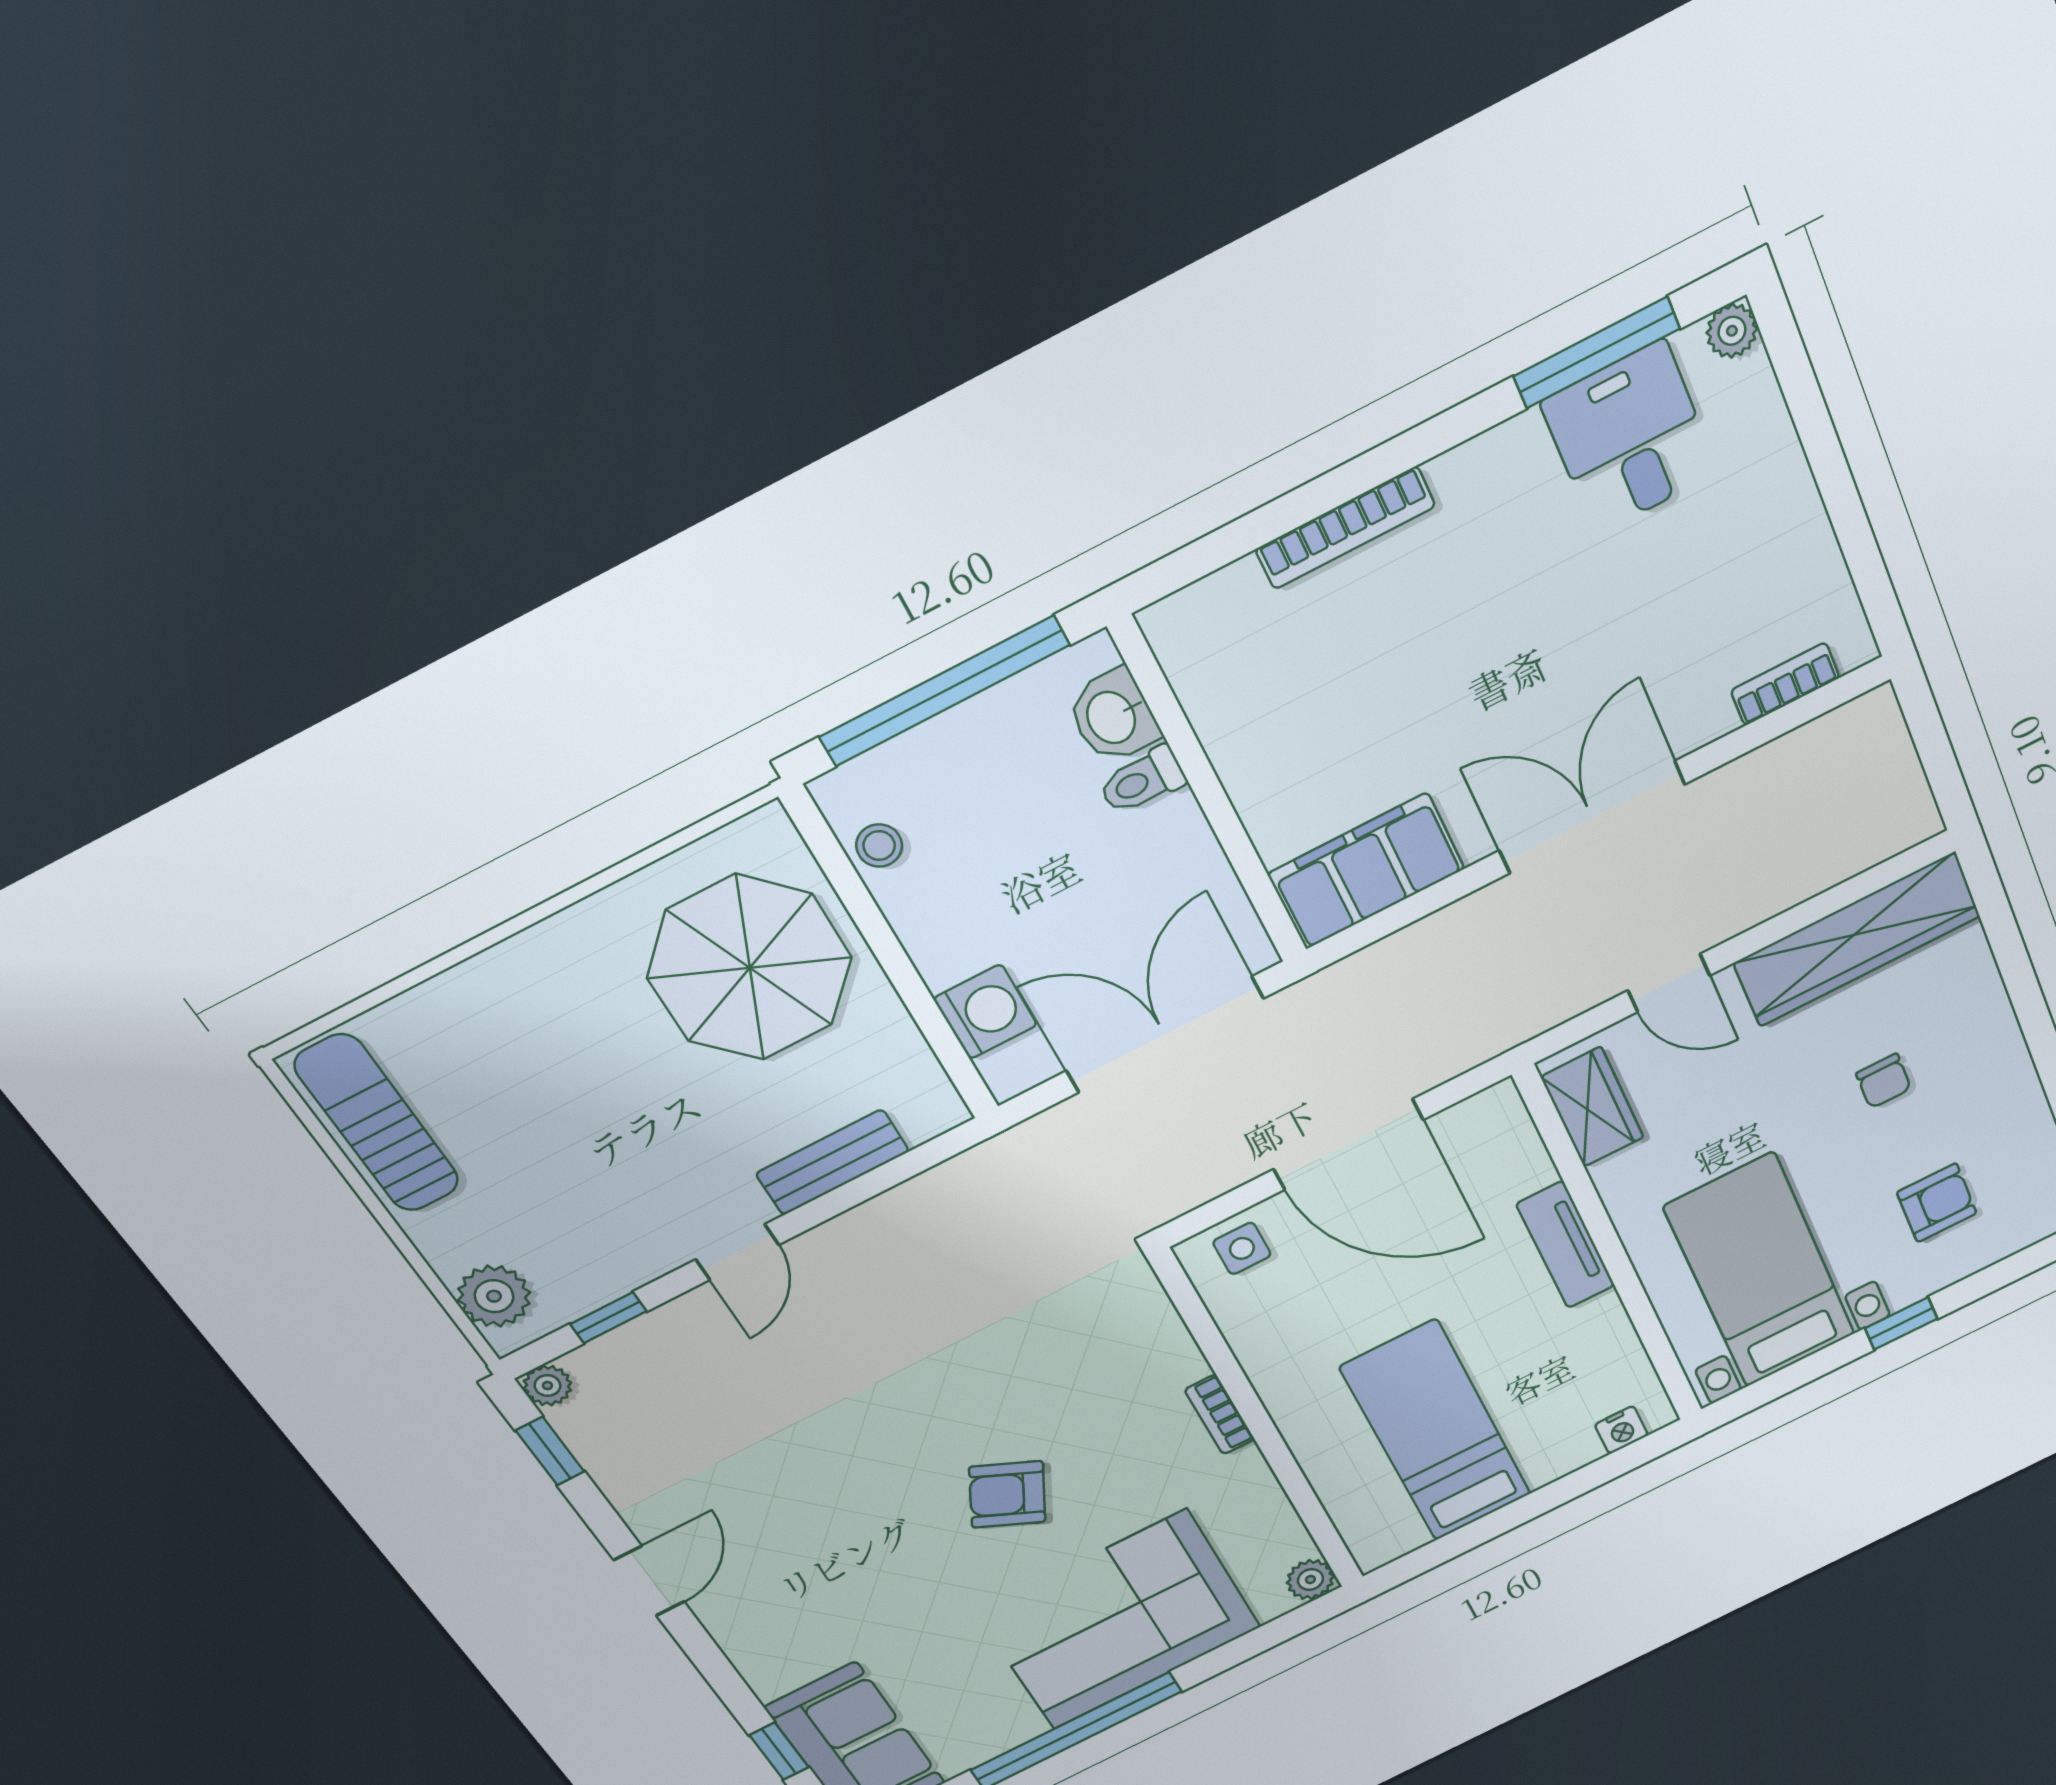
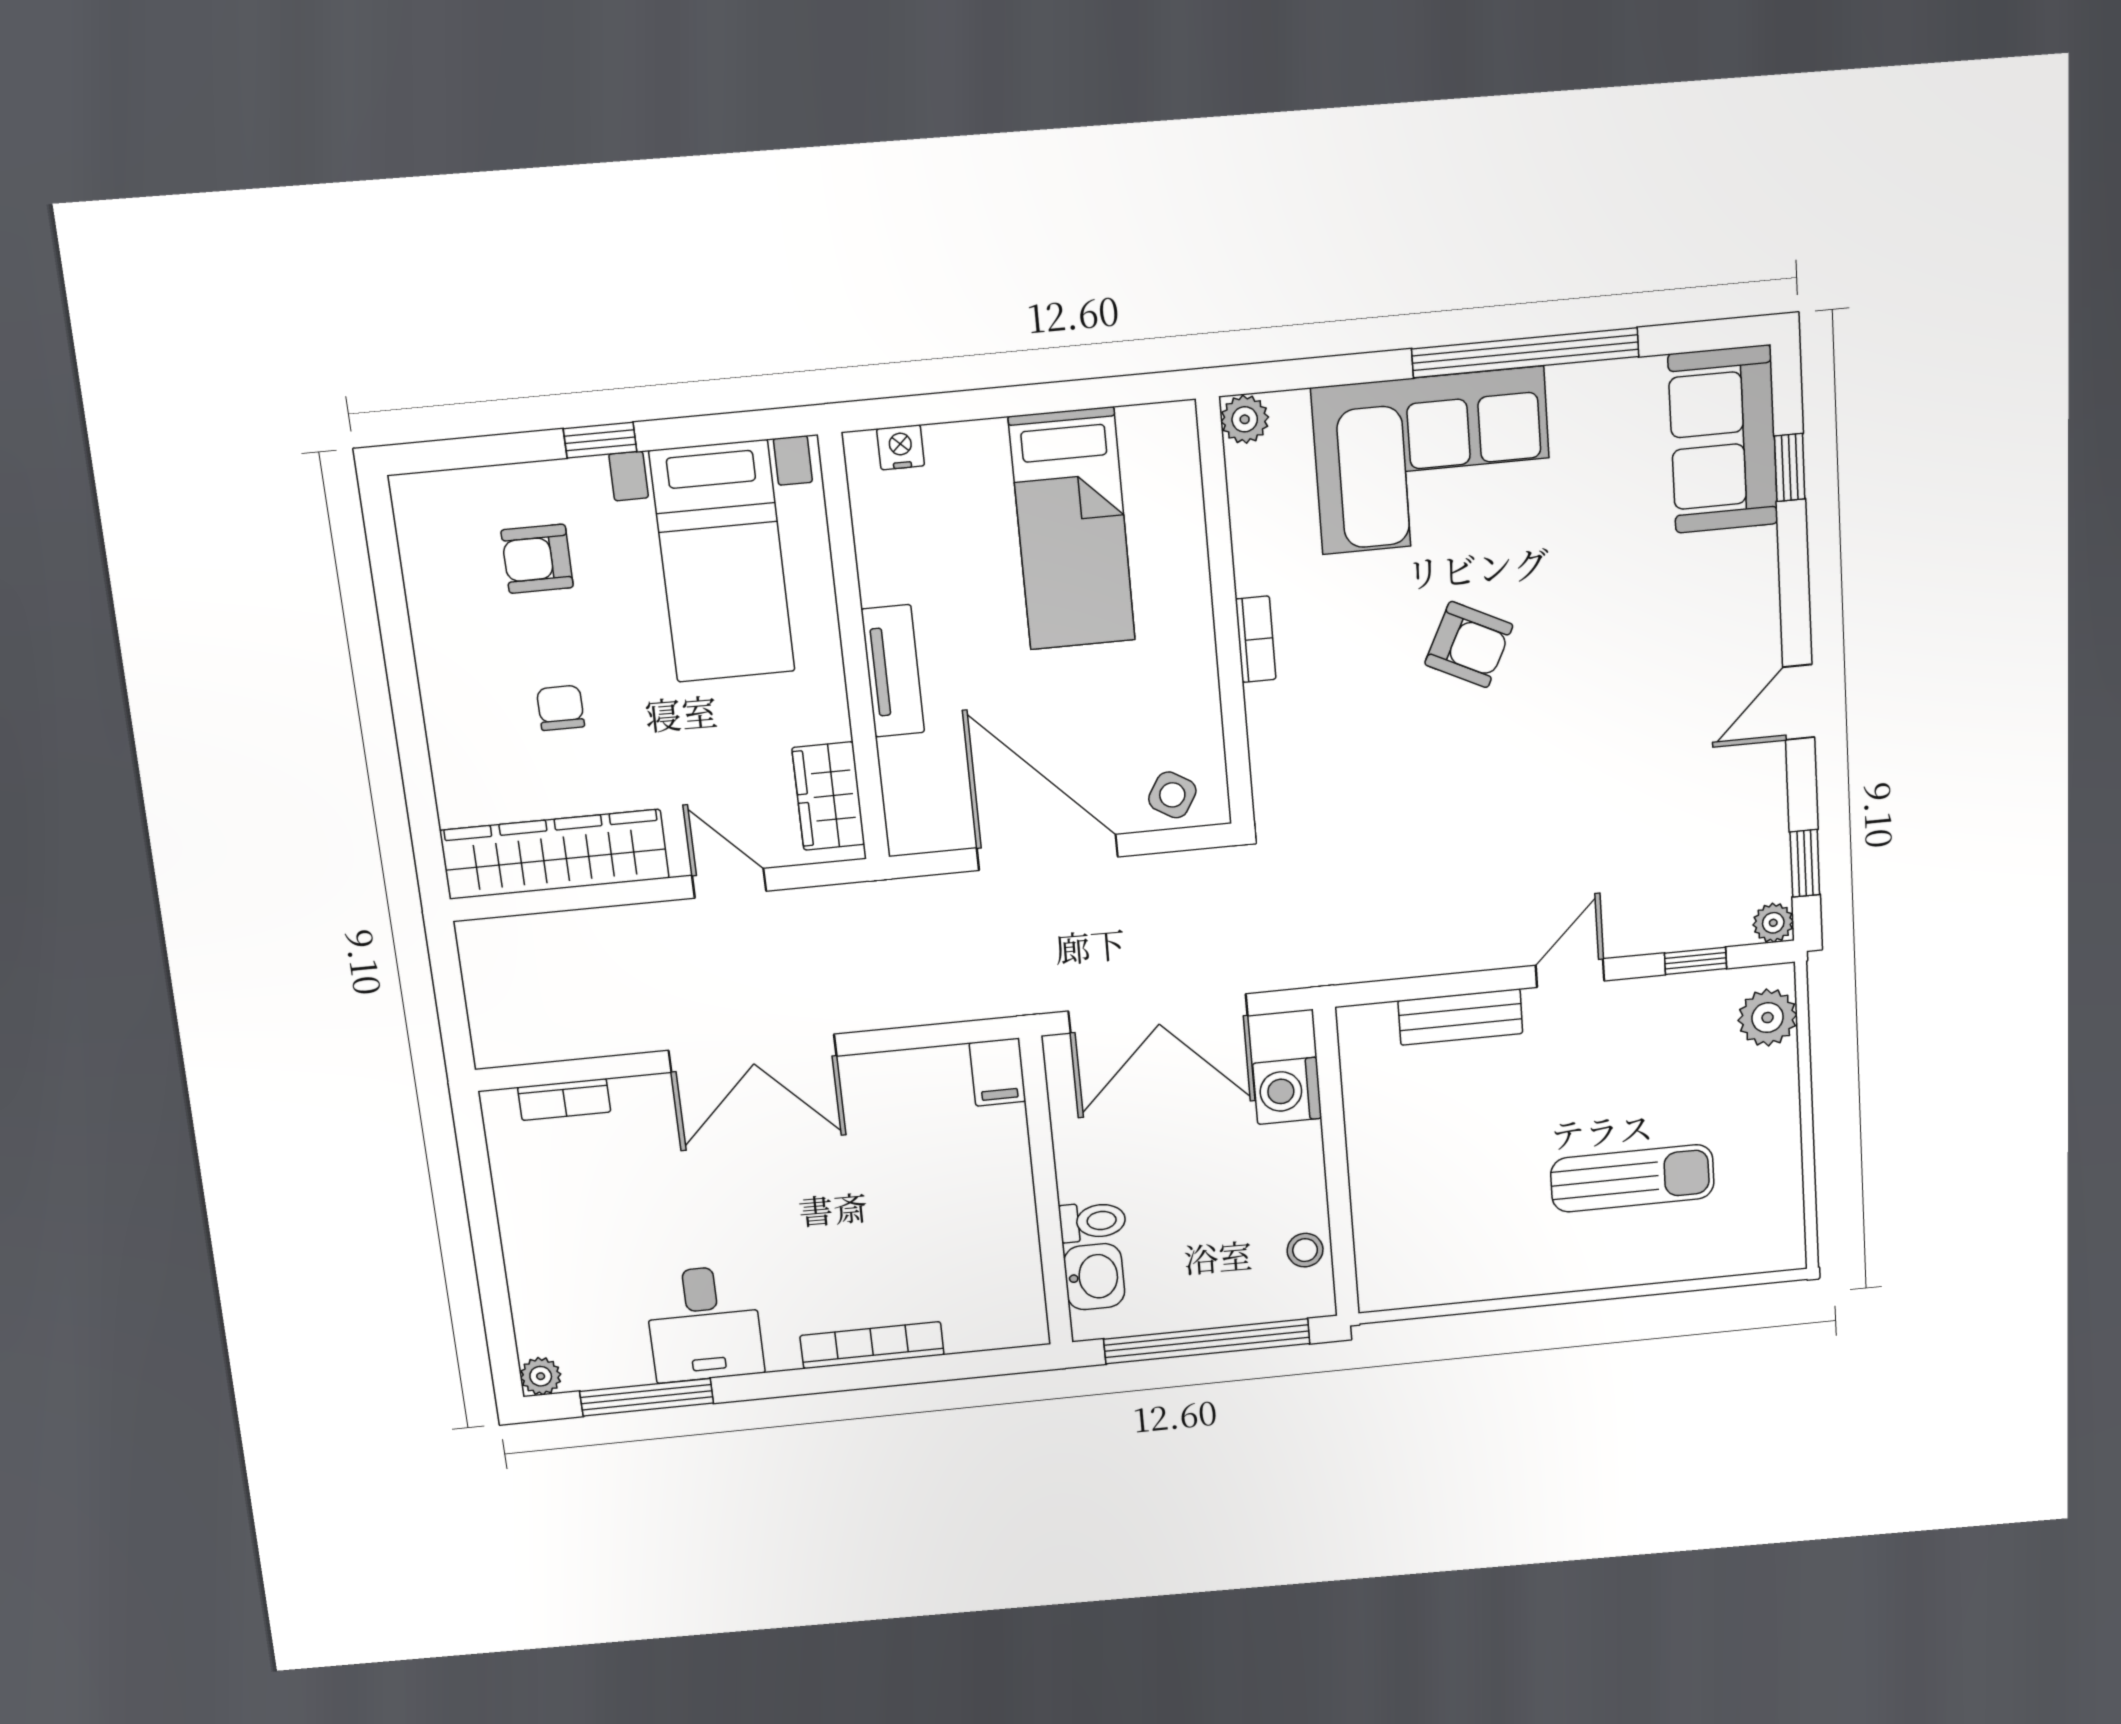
desk: (1630, 438) -> (704, 1324), moved
filing cabinet: (1366, 871) -> (998, 1072), width x0.33, depth x0.86
parasol: (750, 968) -> (1442, 1197), removed
sun lounger: (377, 1123) -> (1632, 1178), moved, turned -90
side table: (1242, 1248) -> (1172, 795), turned 31

